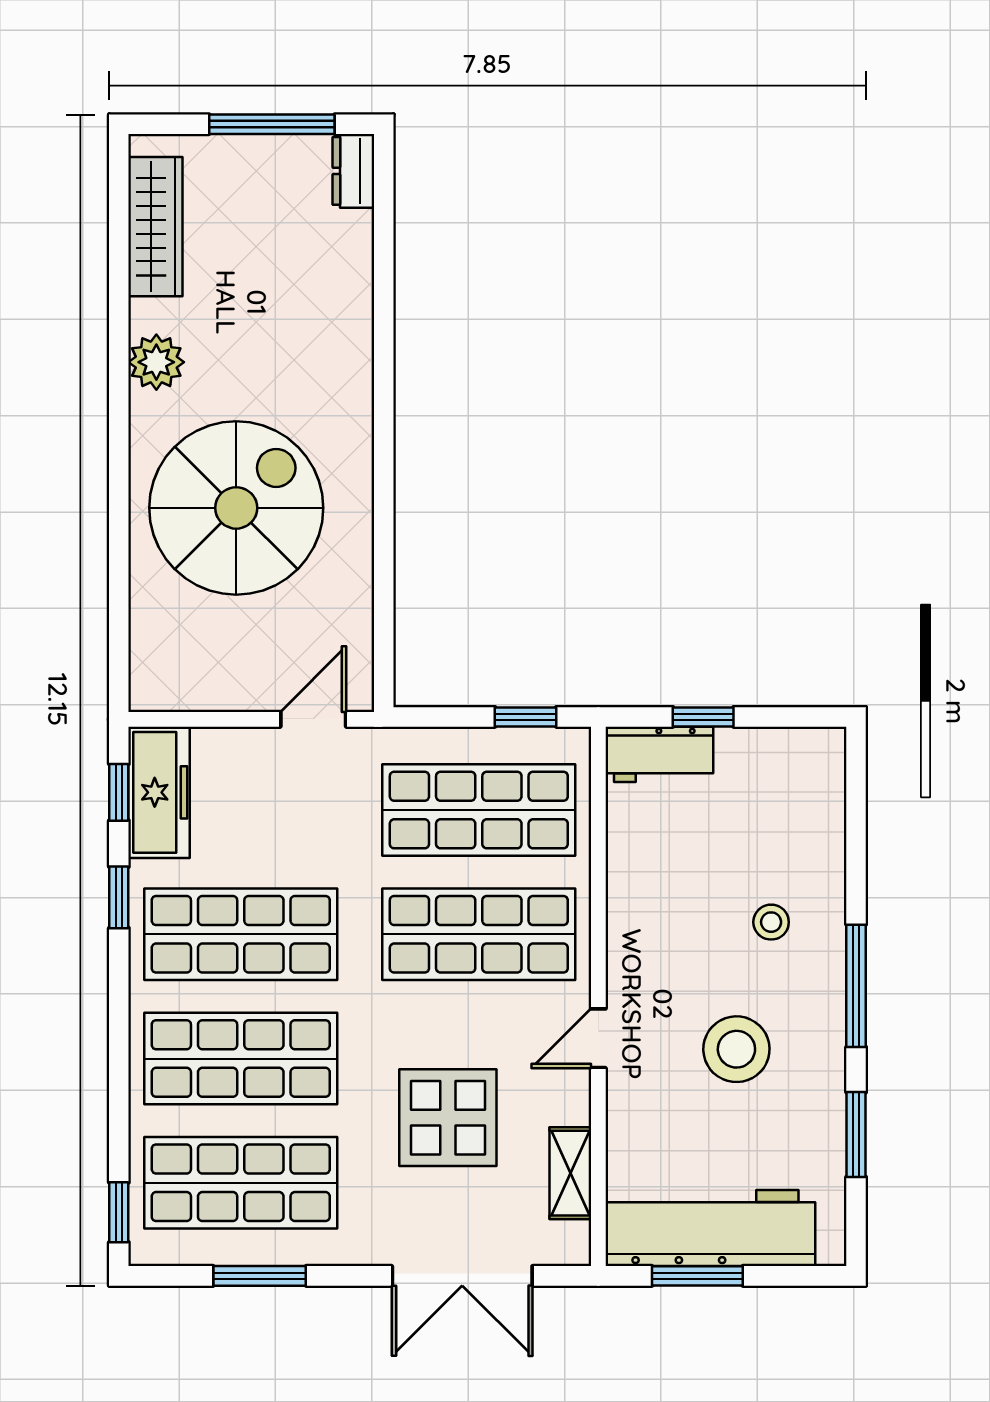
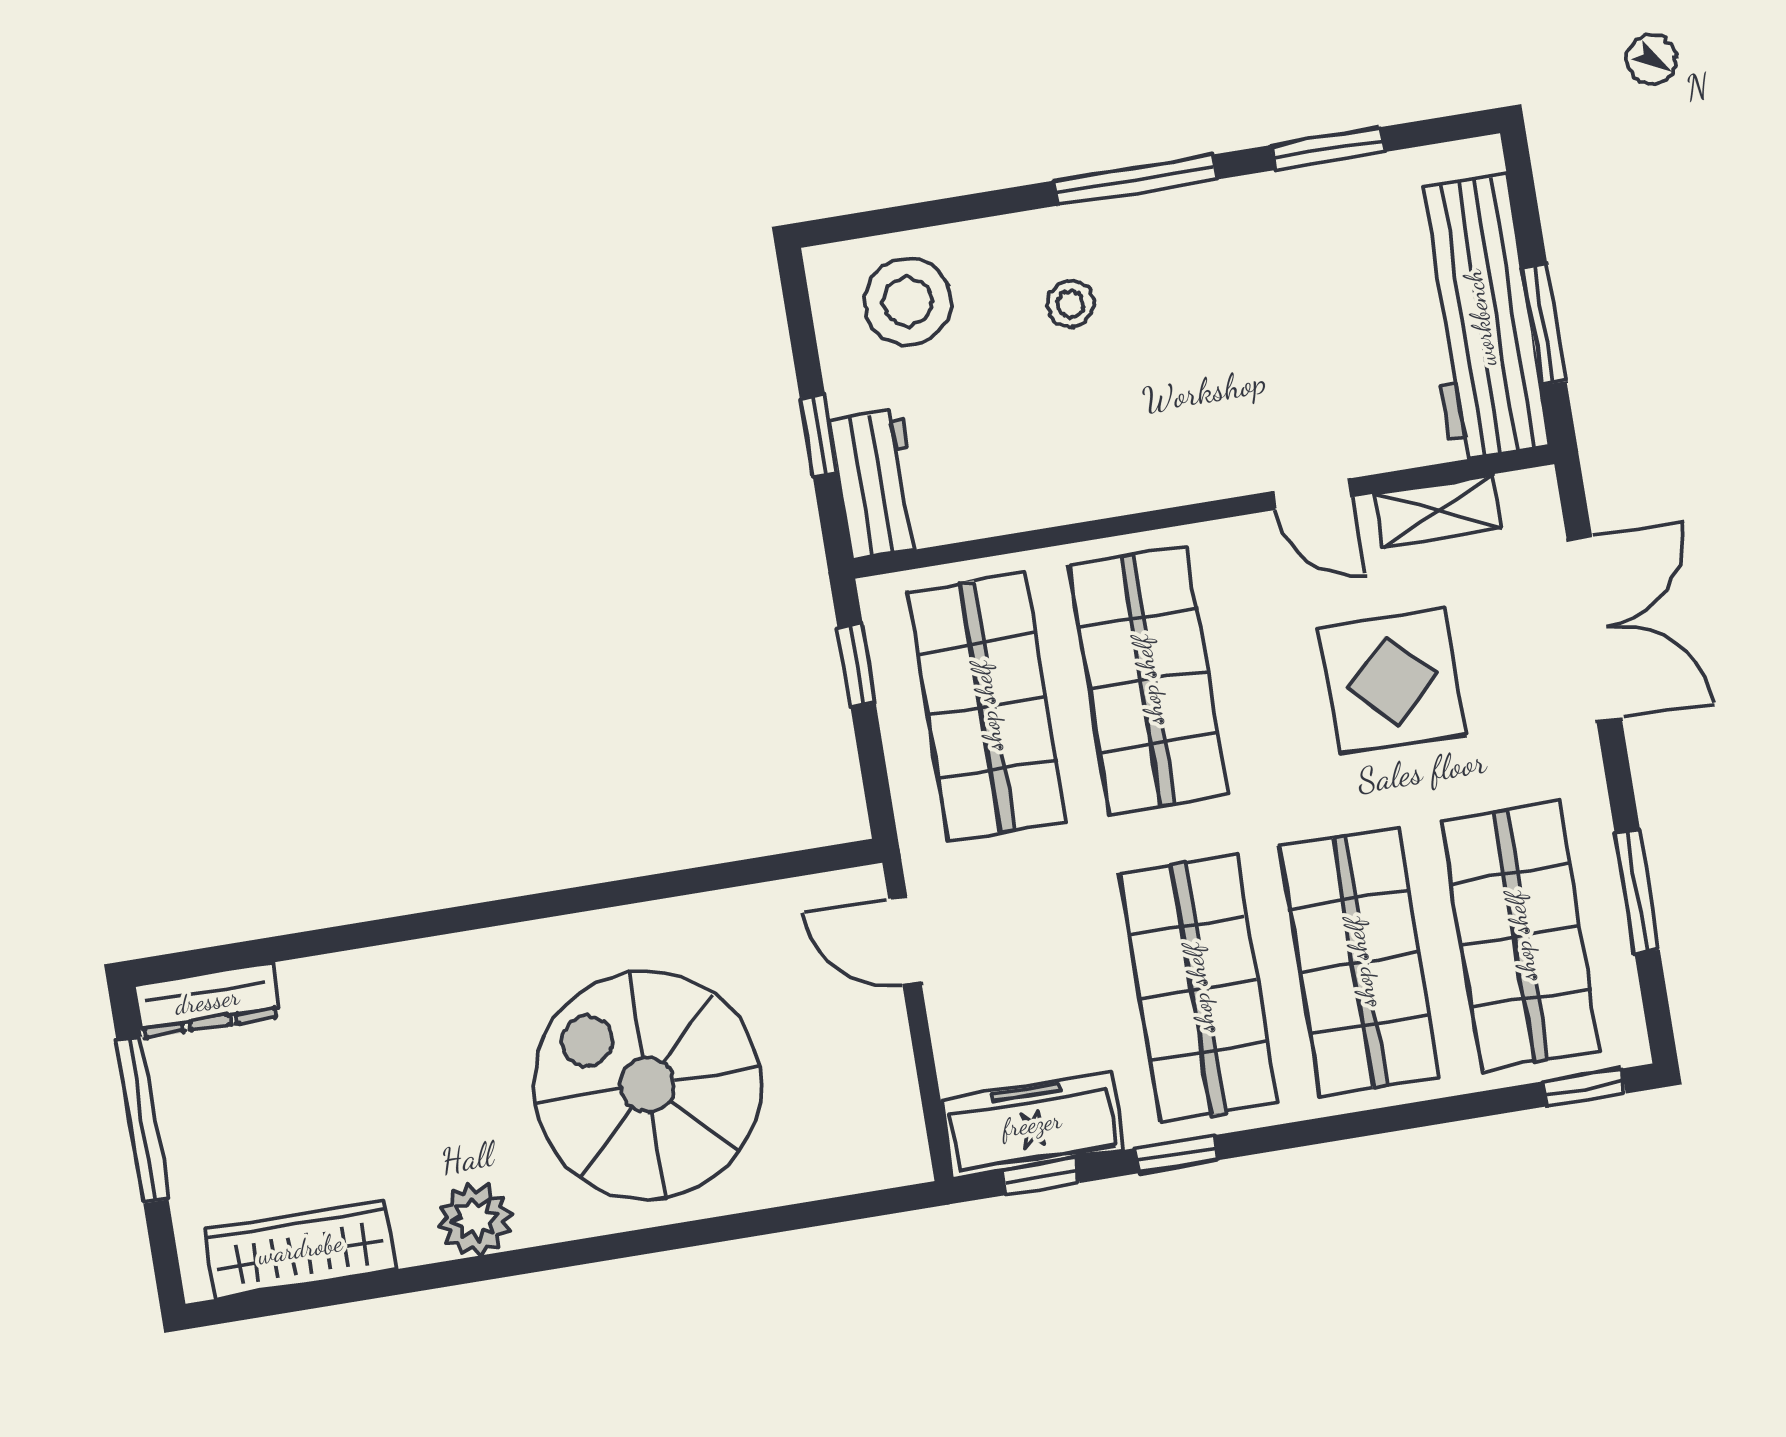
dresser: (353, 171) -> (207, 1001), width x1.44
door: (598, 1038) -> (1313, 494), moved
stool: (736, 1049) -> (908, 302), moved

